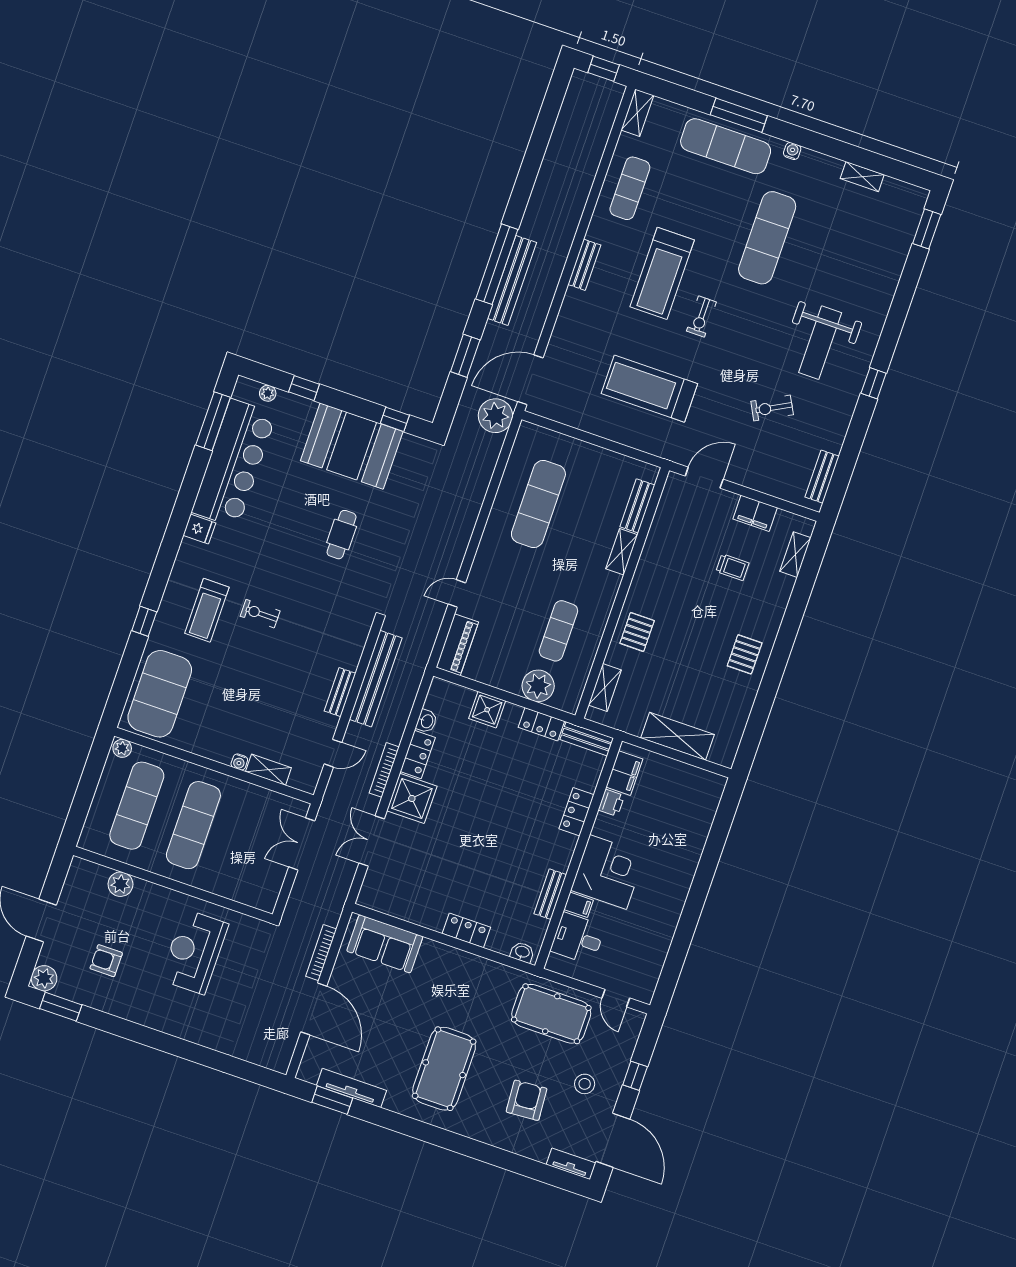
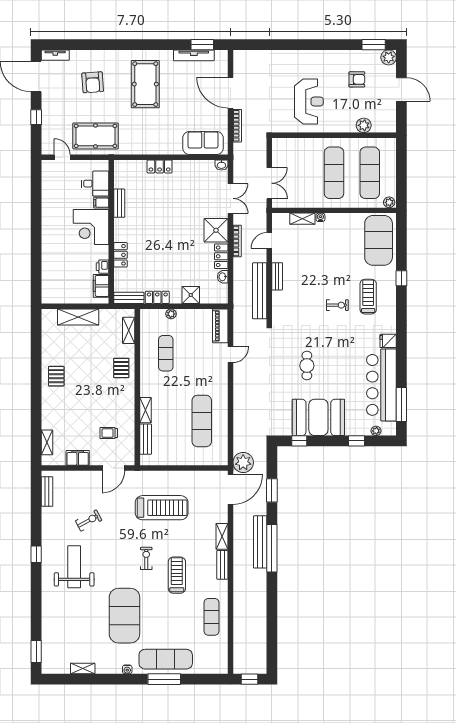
shelving: (637, 113) -> (222, 536), moved
exercise mat: (767, 238) -> (124, 616), width x1.47
treadmill: (662, 273) -> (177, 575), width x0.73, depth x0.73
trolley: (732, 567) -> (109, 433), moved
plant: (538, 686) -> (171, 314), width x0.53, depth x0.53
washbasin: (522, 952) -> (221, 165), moved
stool: (585, 1084) -> (63, 103), removed

